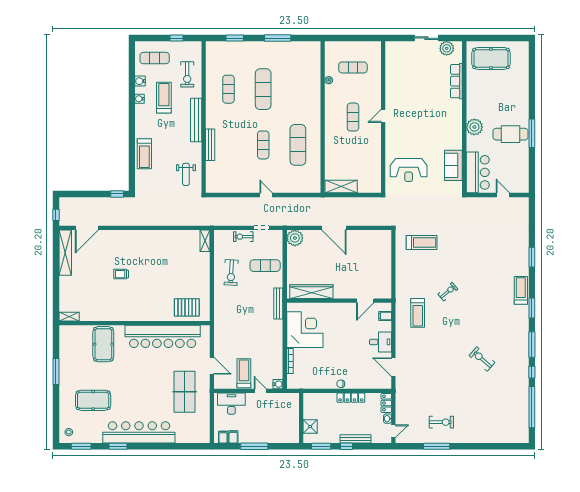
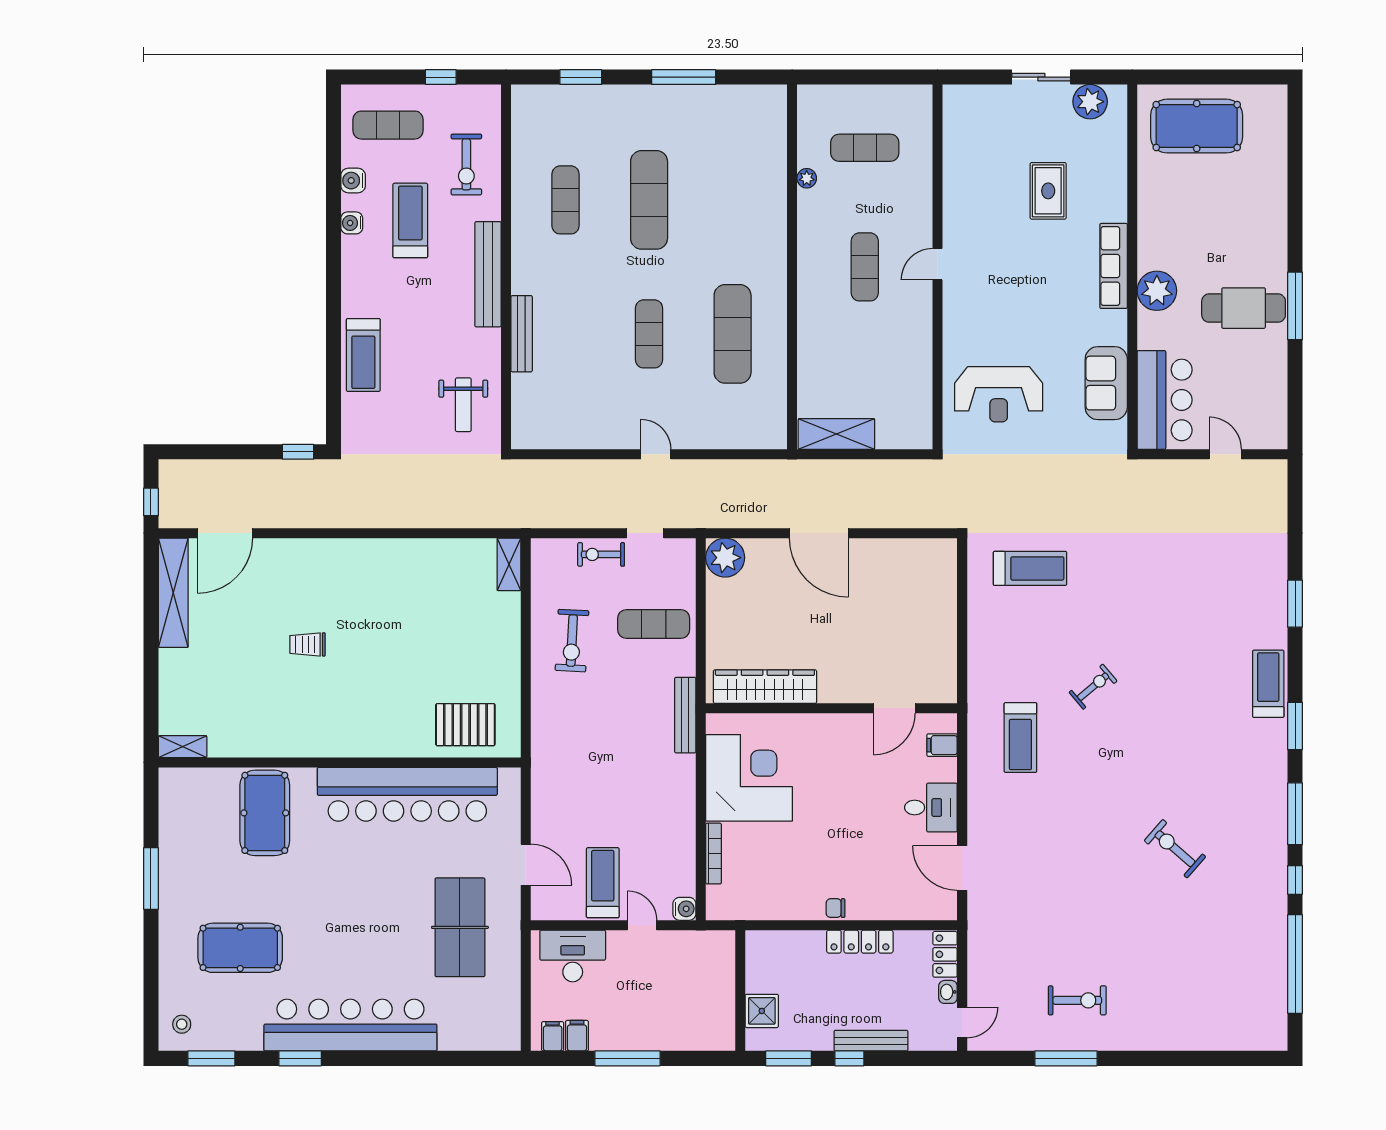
row of seats: (456, 81) -> (1114, 266), moved
rug: (429, 85) -> (1048, 191), added

